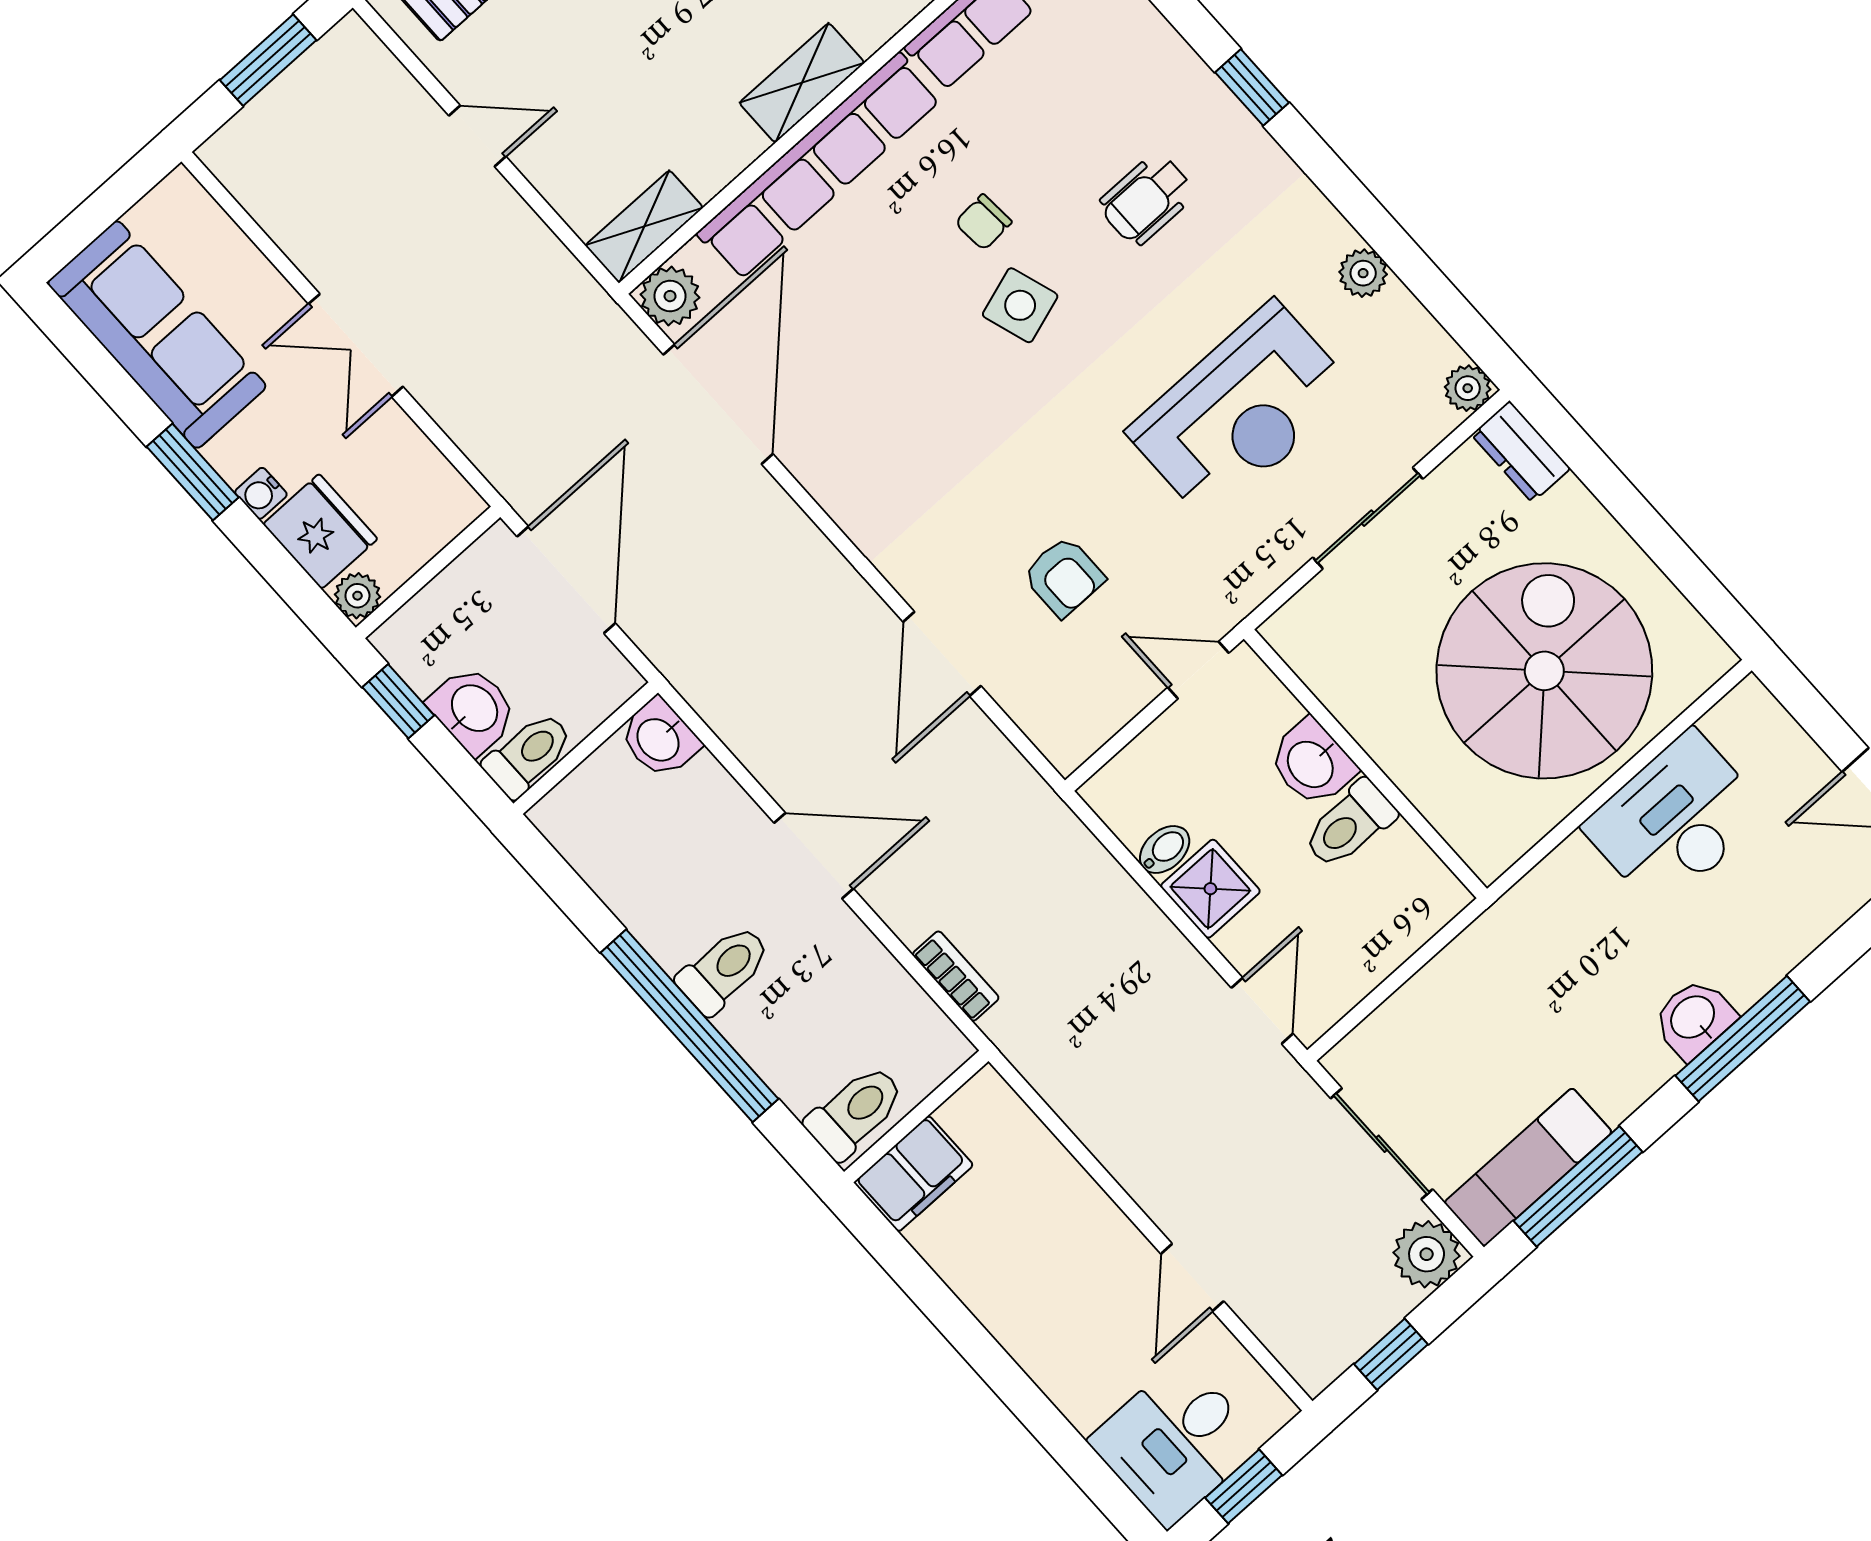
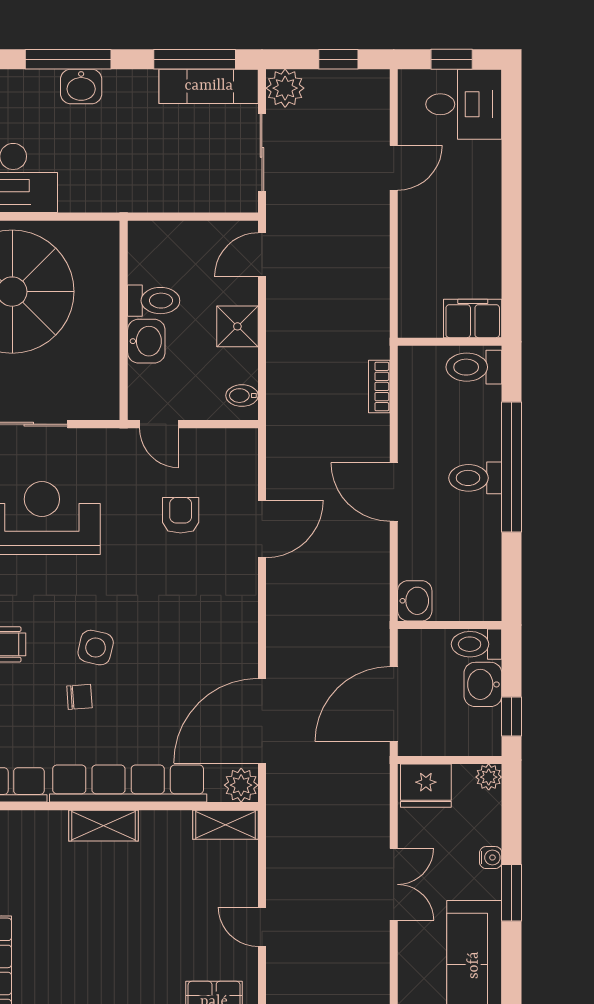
side table: (1020, 305) -> (96, 648), turned 31
fridge: (320, 532) -> (426, 786), moved, turned -90
bidet: (1165, 850) -> (242, 396), moved

